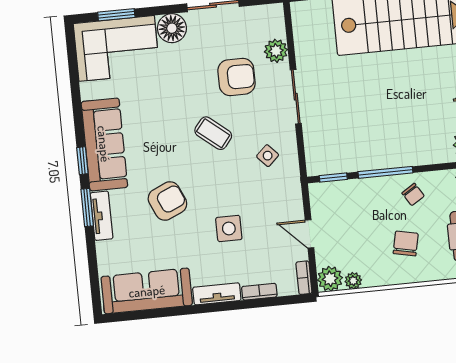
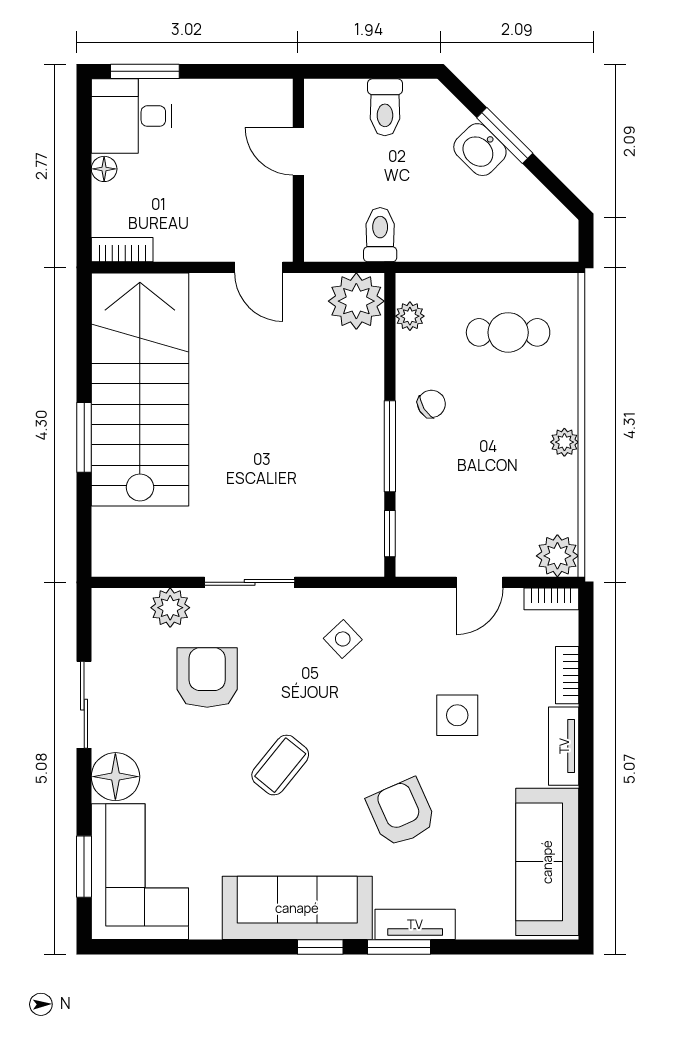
coffee table: (213, 133) -> (280, 765), moved
chair: (406, 243) -> (511, 424), removed
plant: (353, 281) -> (564, 442), moved

